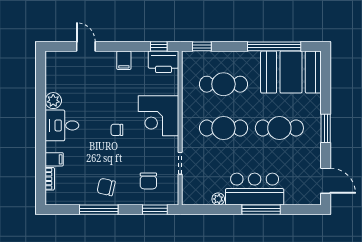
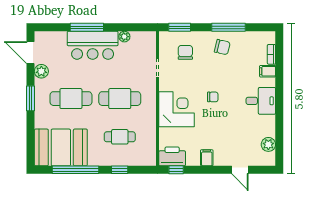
window: (202, 46) -> (120, 170), moved
cafe table: (223, 84) -> (120, 137), width x0.73, depth x0.74
plant: (53, 101) -> (268, 144), moved
plant: (313, 159) -> (41, 71), added

